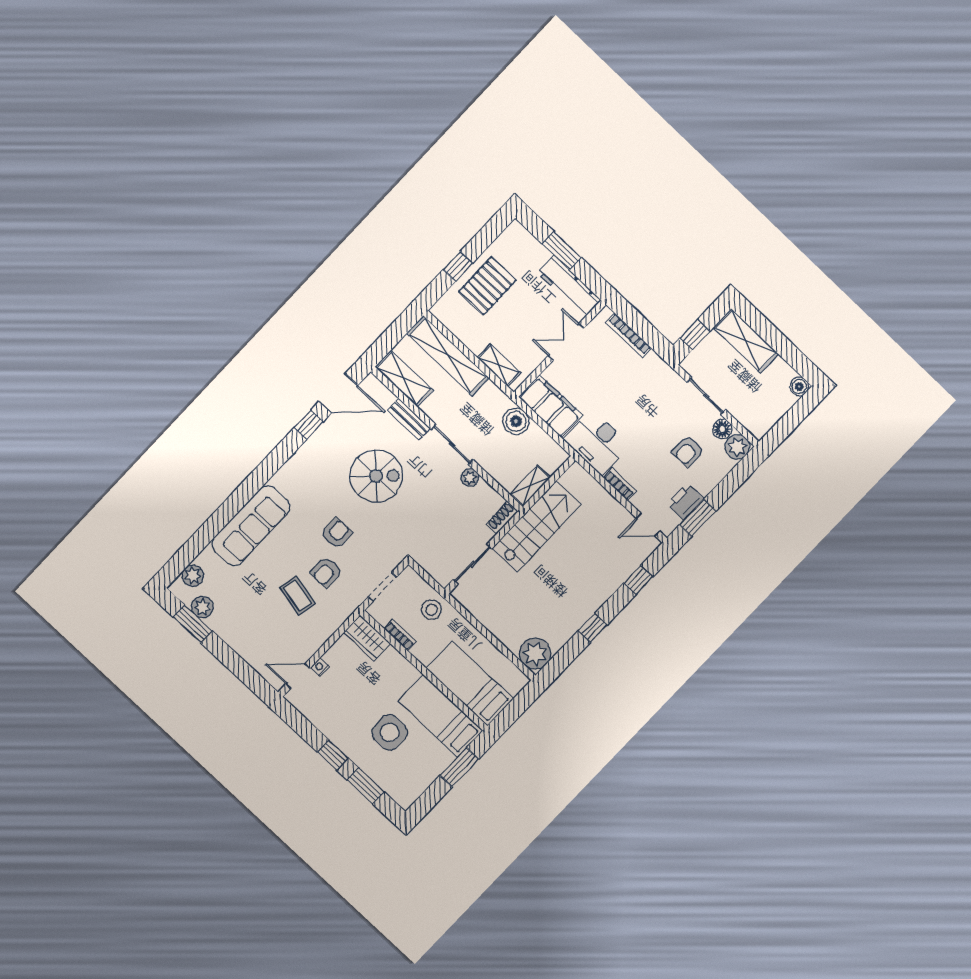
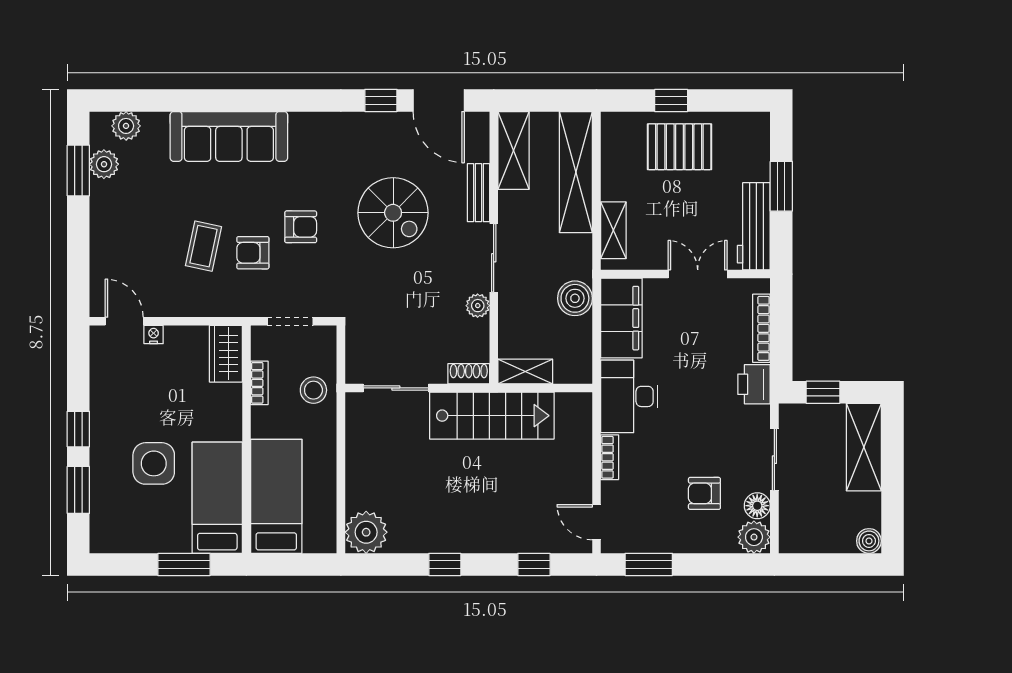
printer: (686, 501) -> (754, 384), moved, turned -90

